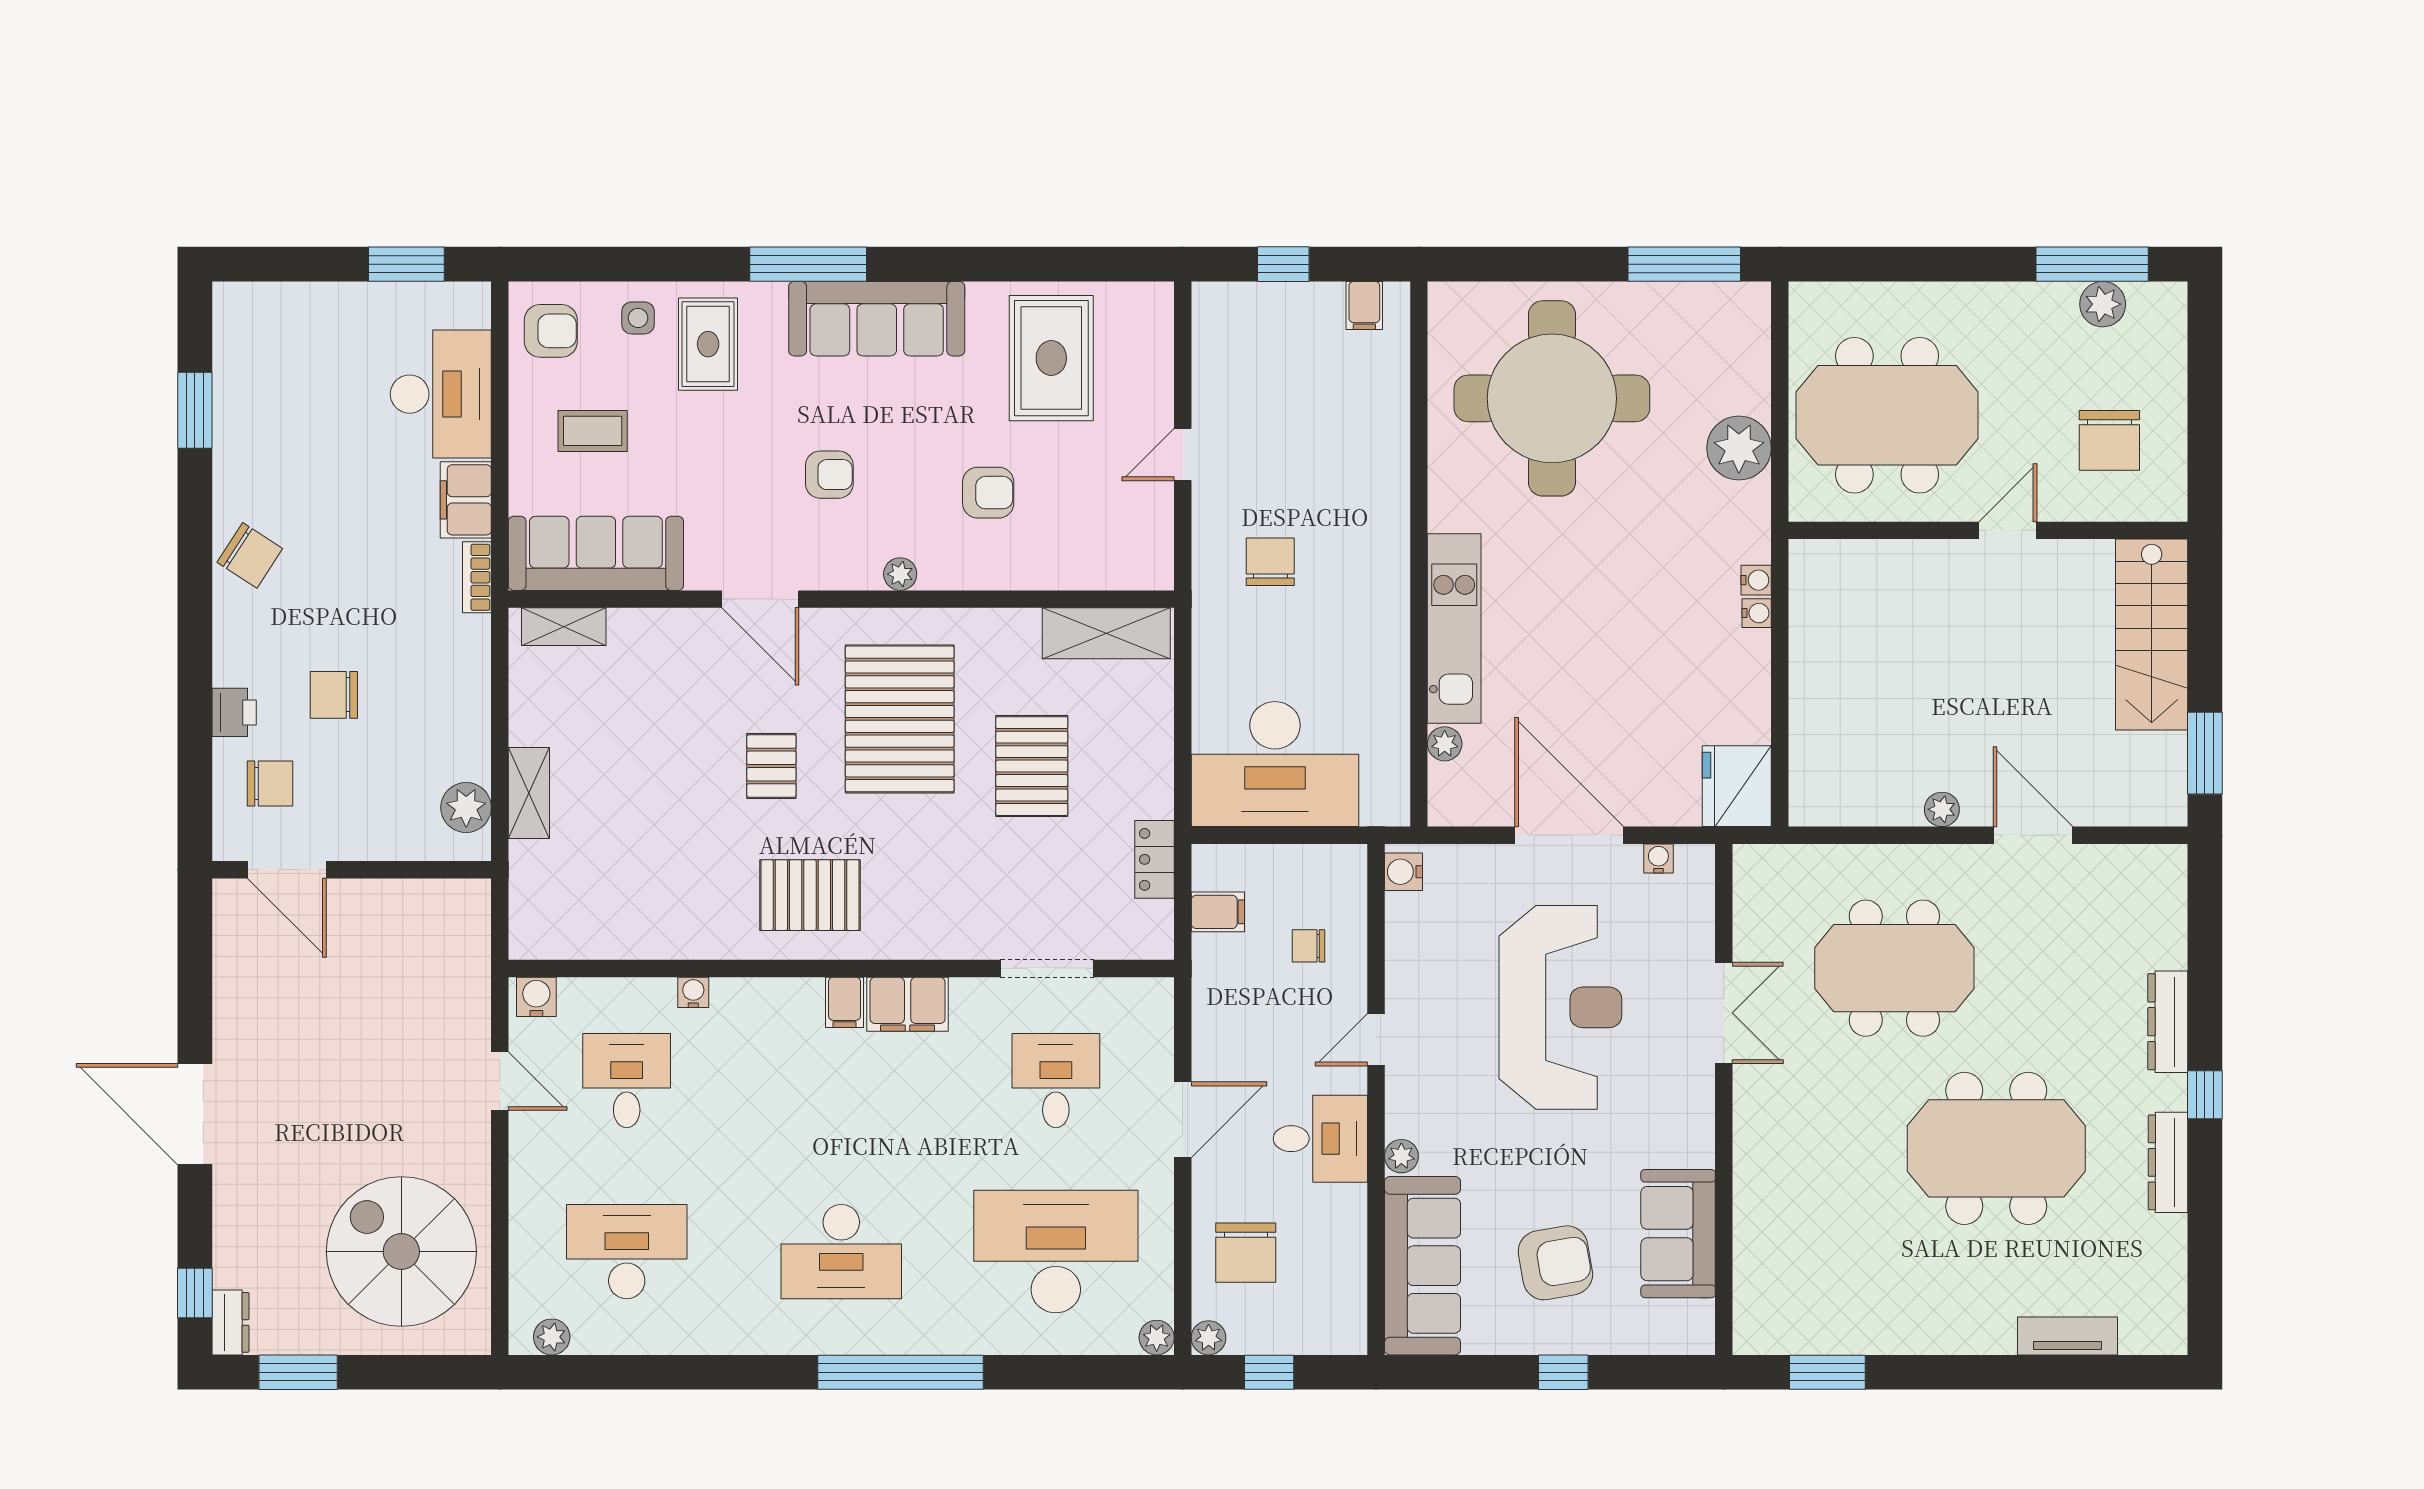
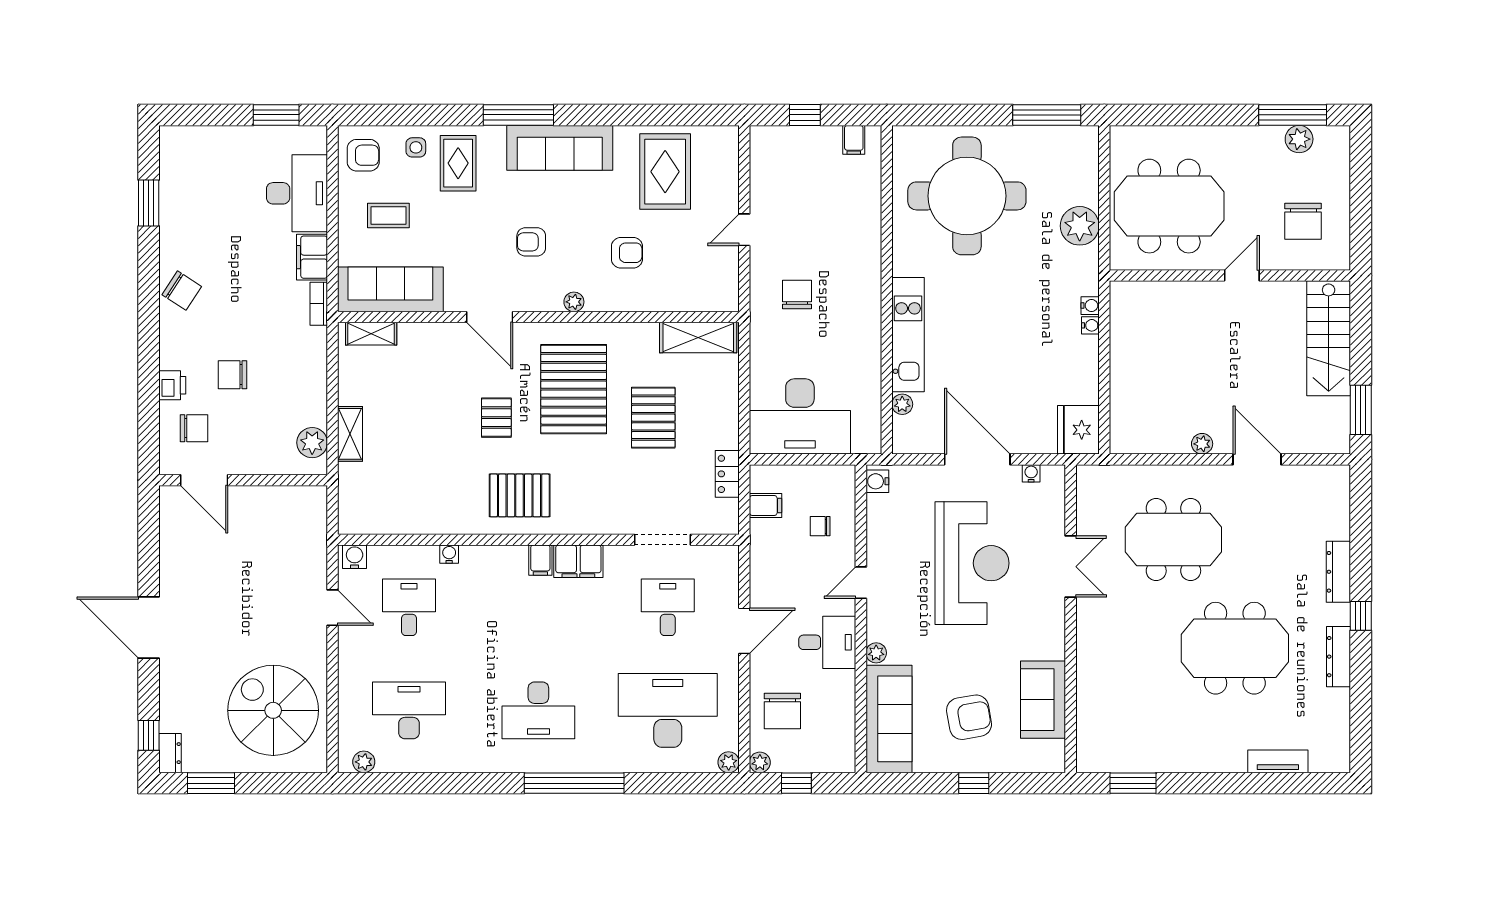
armchair: (829, 475) -> (531, 242), turned 180

